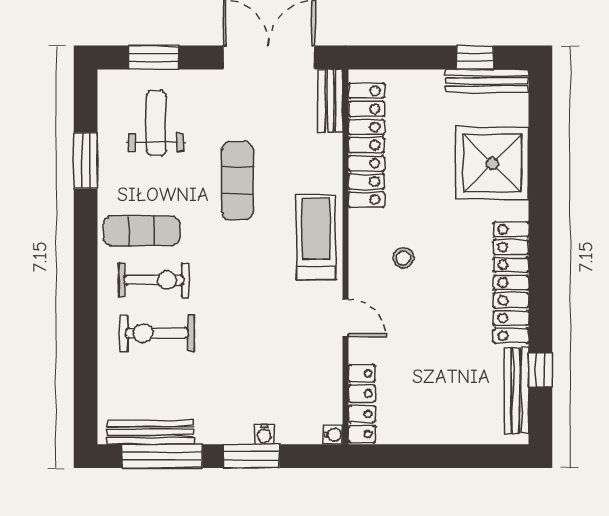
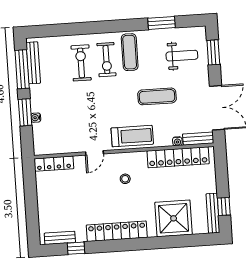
bench: (517, 390) -> (60, 238), width x0.73
water cooler: (333, 435) -> (177, 141), moved

